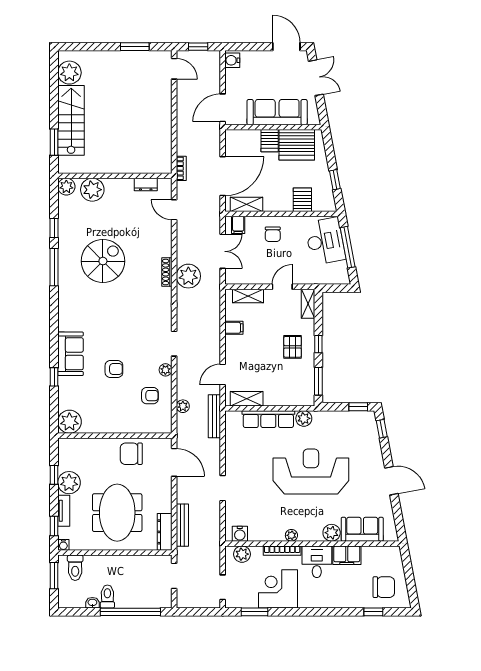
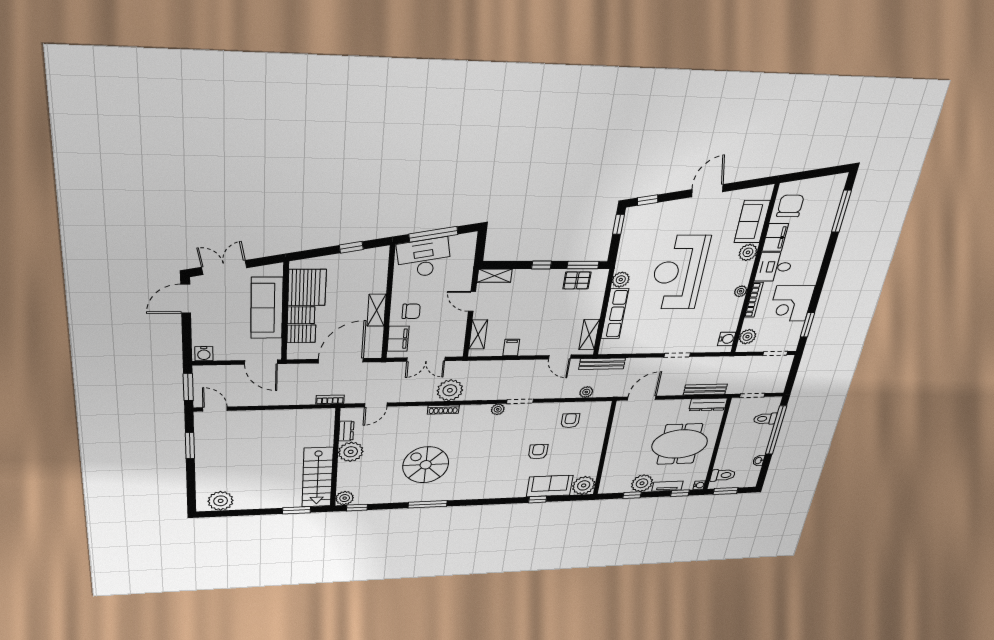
window: (198, 47) -> (188, 387), width x1.50
door: (174, 69) -> (215, 409), hinge flipped
stairs: (71, 120) -> (317, 477), moved, turned -90
door: (223, 176) -> (341, 361), hinge flipped
plant: (92, 190) -> (351, 452), moved
server rack: (302, 200) -> (301, 334), moved, turned 180
shelving: (247, 204) -> (377, 310), moved
filing cabinet: (238, 225) -> (398, 339), width x2.00
window: (54, 228) -> (357, 508), moved
double door: (223, 251) -> (426, 359), swing flipped
pallet: (293, 347) -> (577, 280), moved
sofa: (71, 354) -> (550, 486), moved
plant: (165, 370) -> (498, 409), moved
chair: (131, 454) -> (625, 434), removed
chair: (384, 587) -> (790, 206), moved
toilet: (107, 597) -> (765, 419), moved
window: (373, 612) -> (841, 211), width x2.17

